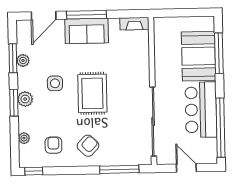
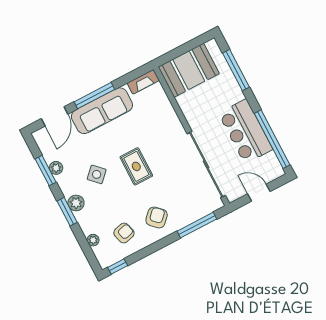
sofa: (87, 31) -> (102, 111), width x1.36
booth: (199, 56) -> (189, 70), moved, turned 90
side table: (55, 83) -> (97, 174), turned 45
rug: (92, 93) -> (136, 166), width x0.73, depth x0.70
armchair: (53, 145) -> (124, 233), turned 75

